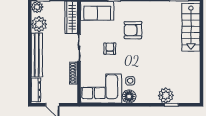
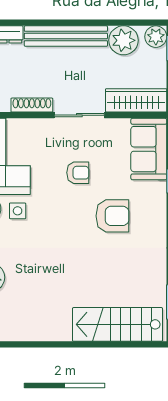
armchair: (133, 30) -> (112, 216), turned 90

